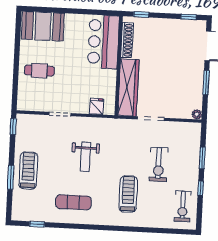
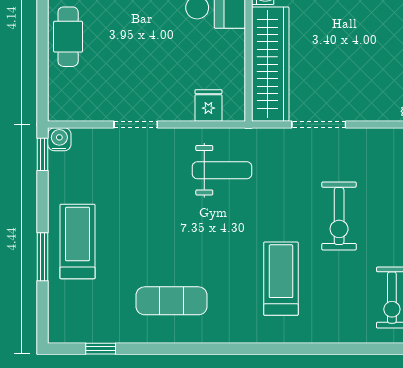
cafe table: (39, 71) -> (68, 37), moved, turned 90
water cooler: (22, 119) -> (59, 139), added
weight bench: (85, 157) -> (222, 170), moved, turned -90

